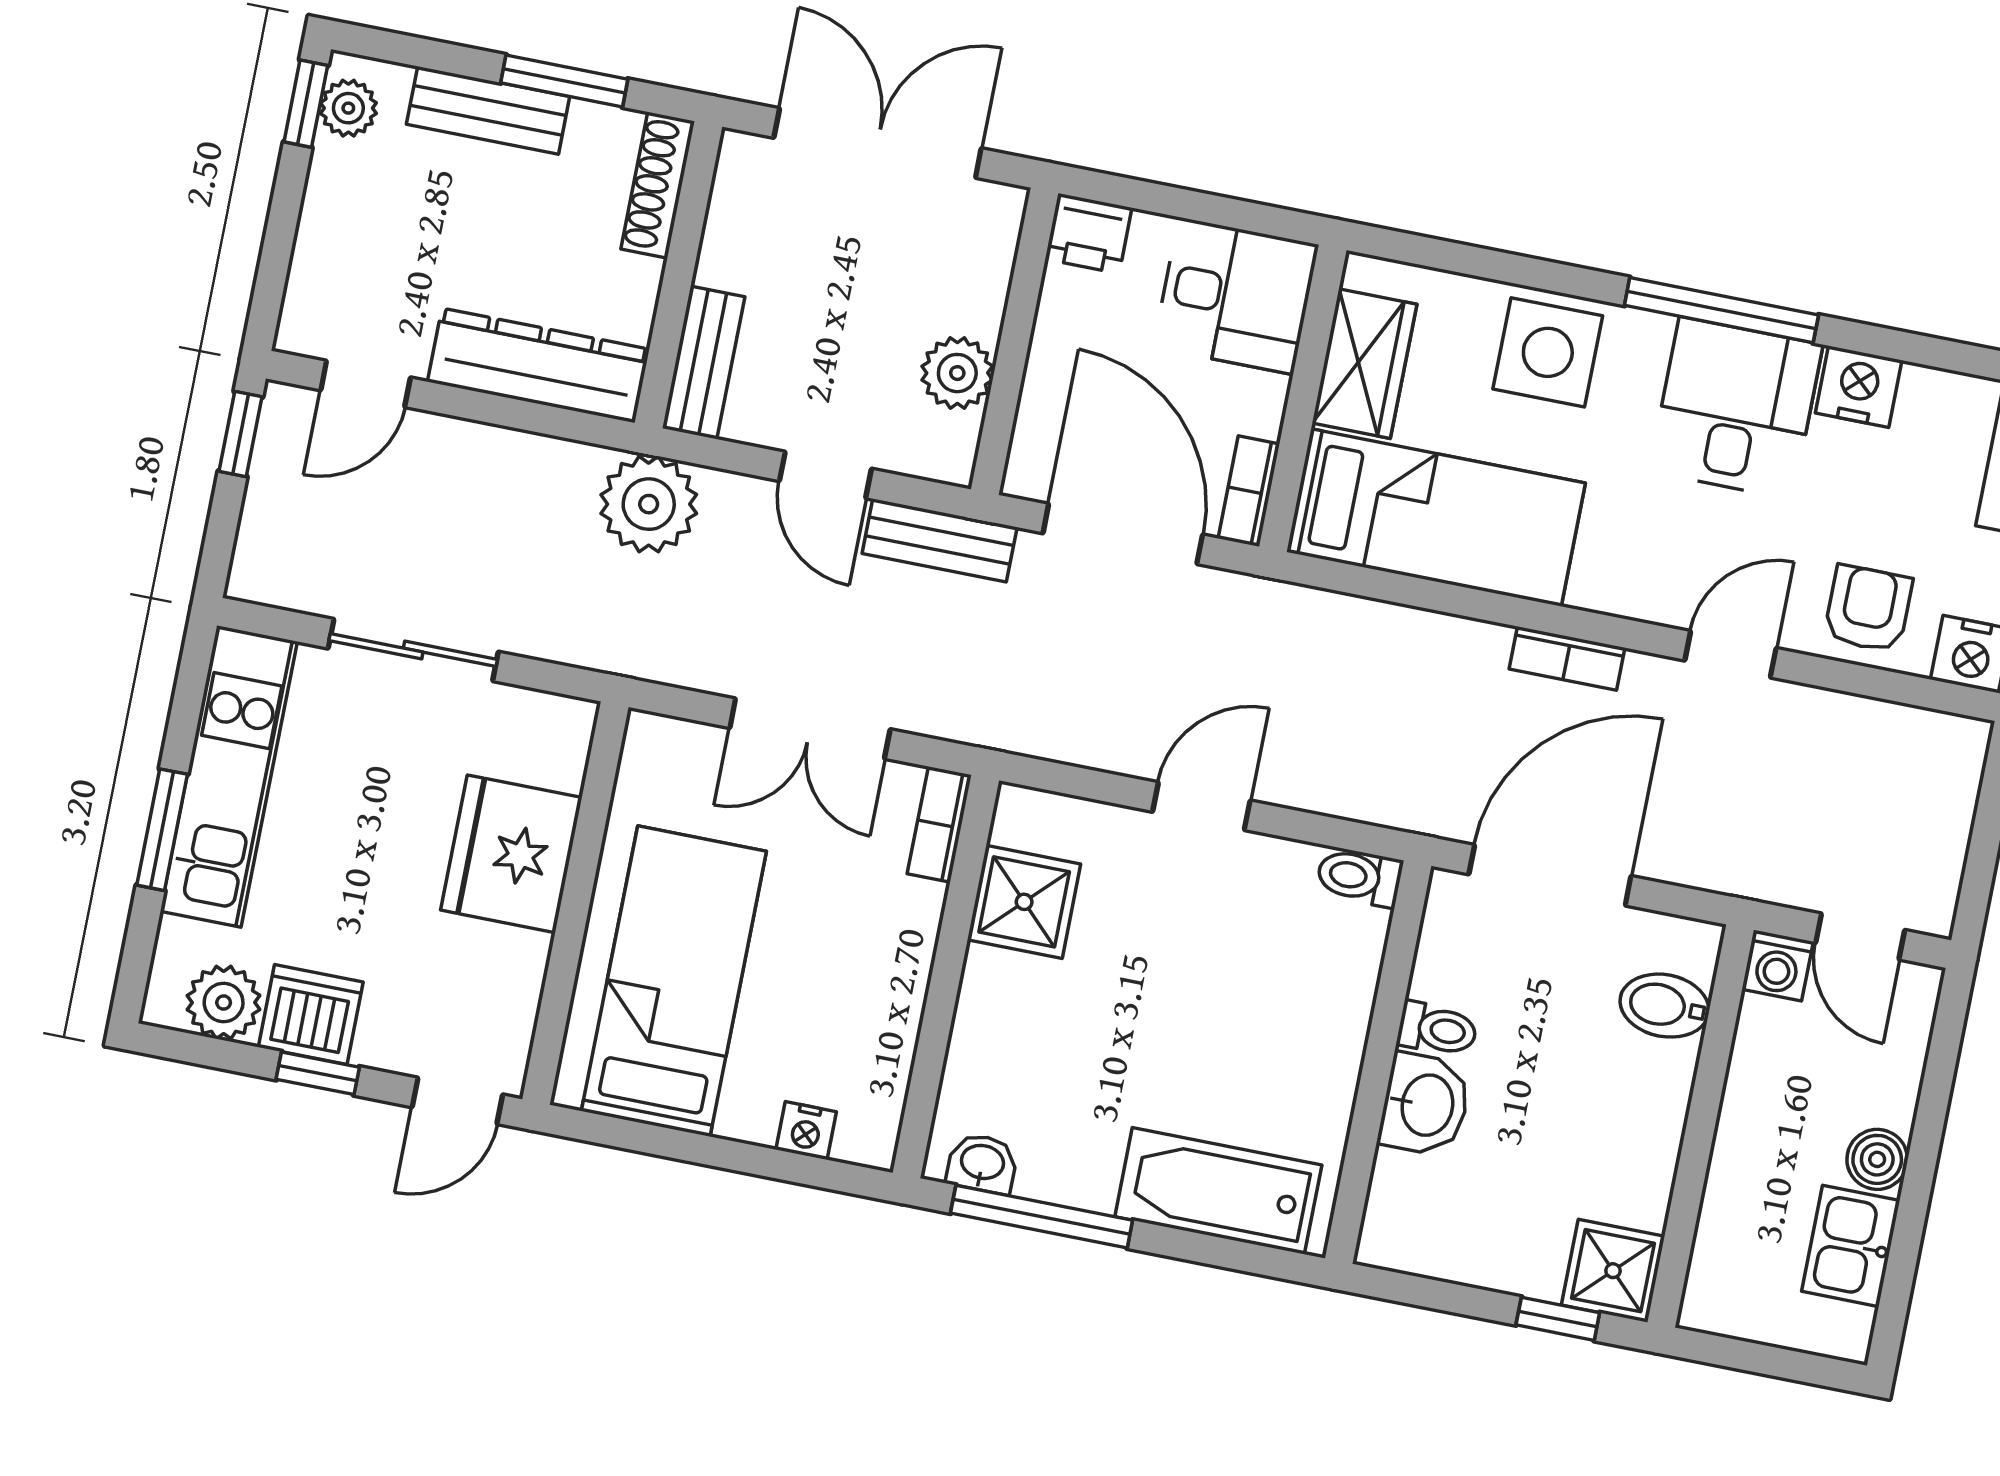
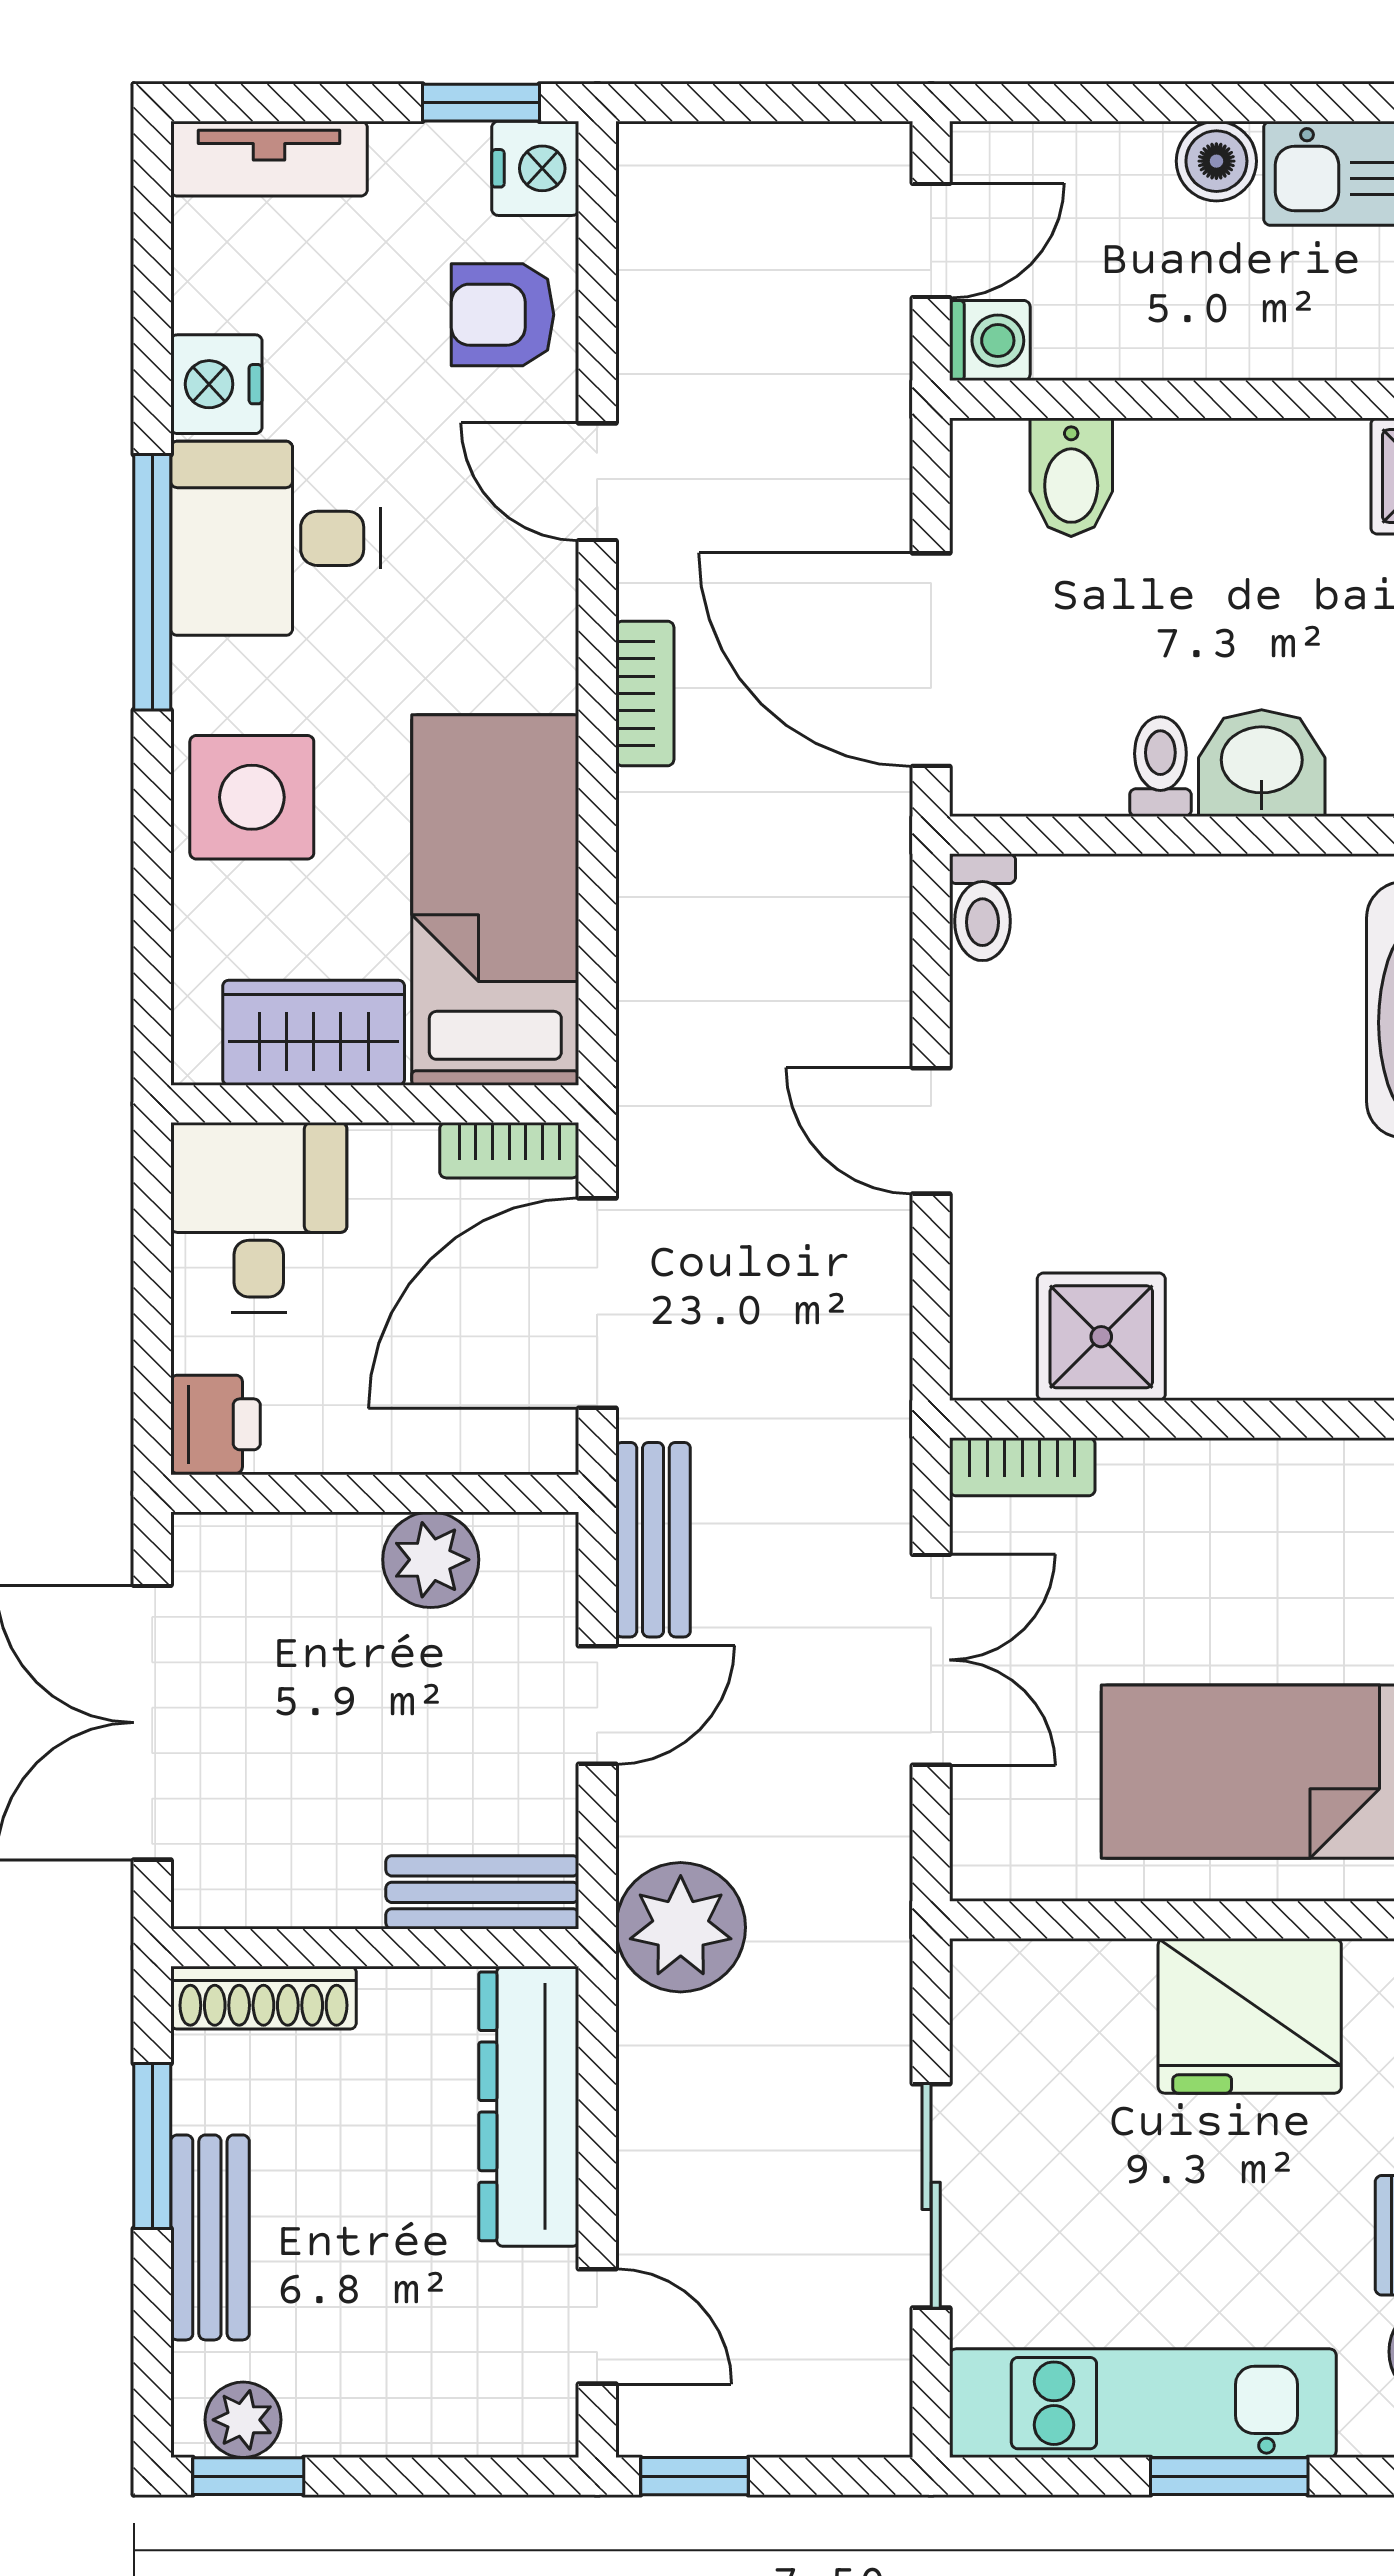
fridge: (511, 854) -> (1250, 2016), moved

